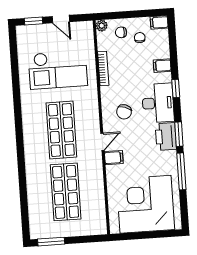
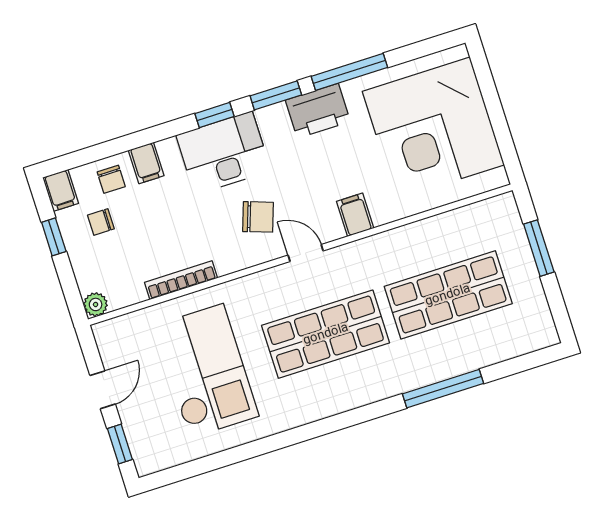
window: (138, 14) -> (54, 237), added
chair: (121, 32) -> (111, 179), moved
window: (176, 88) -> (214, 115), moved
printer: (166, 137) -> (318, 111), moved
door: (102, 142) -> (306, 253), moved
window: (22, 179) -> (443, 389), added
window: (51, 242) -> (539, 248), moved

